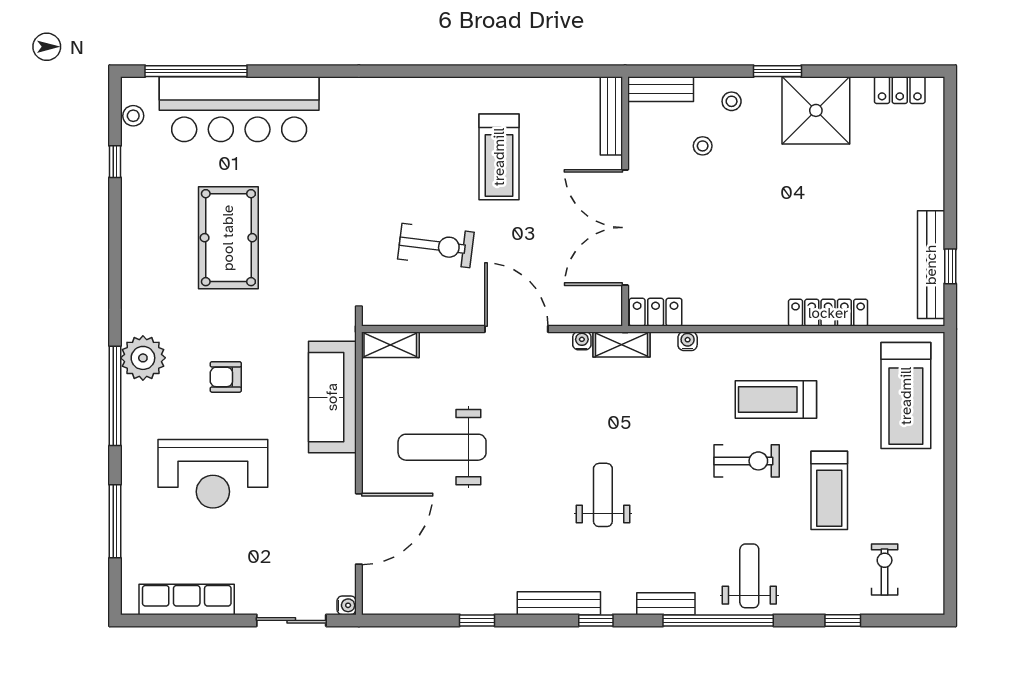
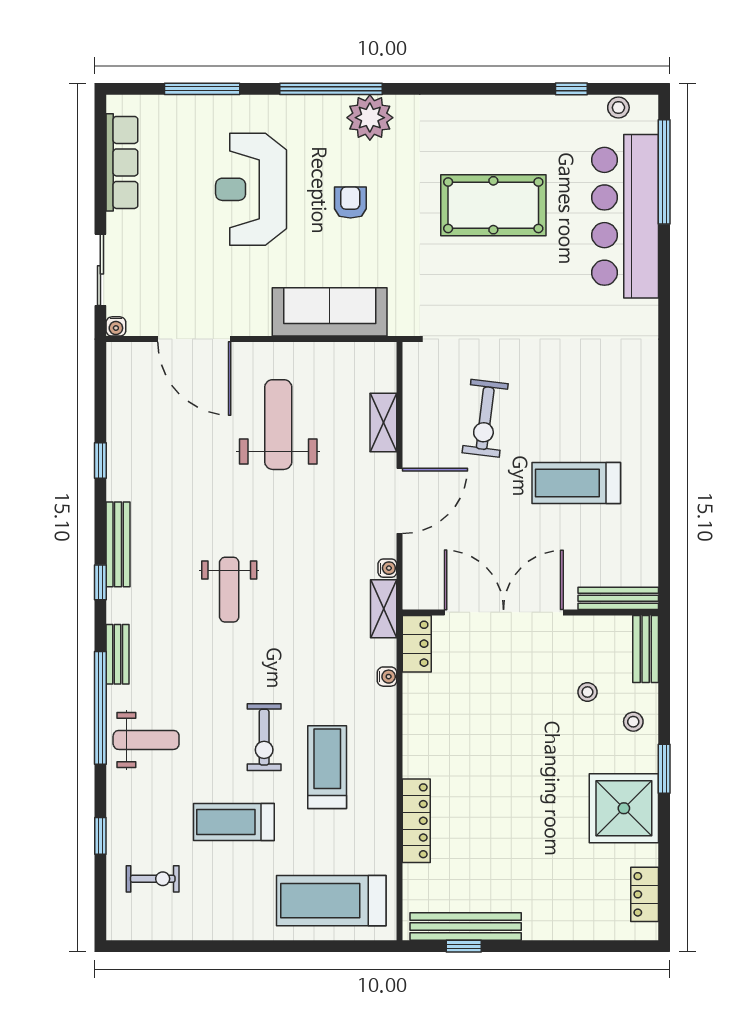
shelving: (390, 345) -> (383, 422), moved
weight bench: (603, 495) -> (229, 590), turned 90

